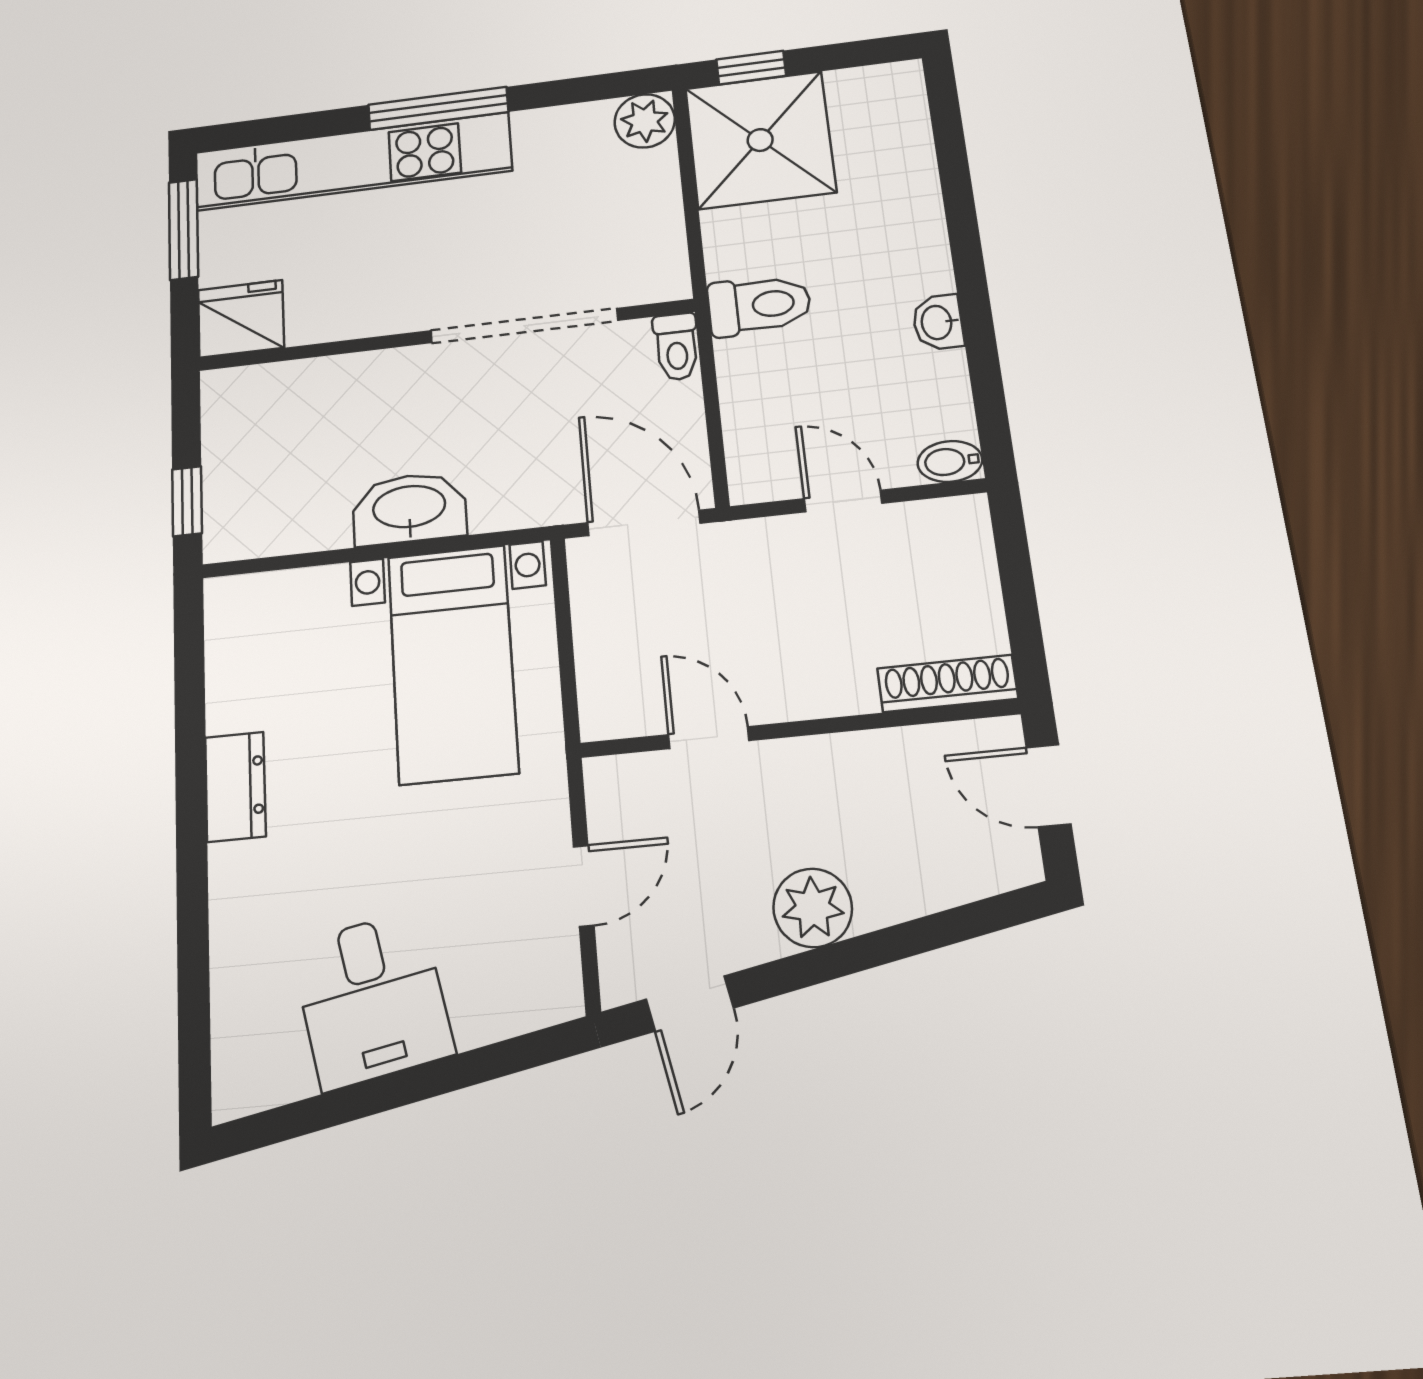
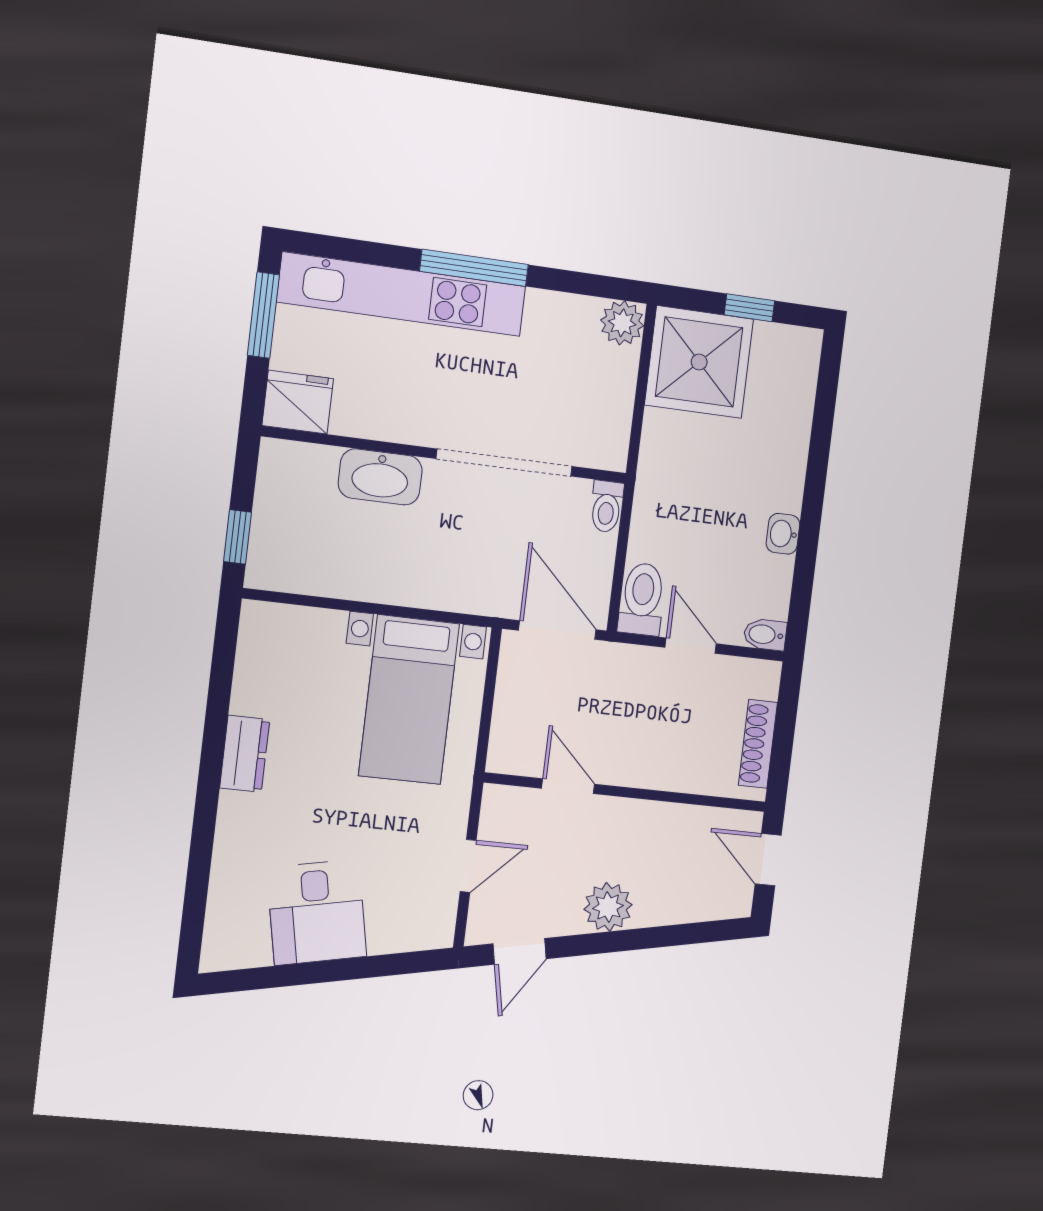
window: (751, 68) -> (749, 308), moved
toilet: (759, 305) -> (642, 599), moved, turned -90
washbasin: (409, 509) -> (380, 477), moved, turned 180
shoe rack: (947, 684) -> (758, 744), moved, turned -90

